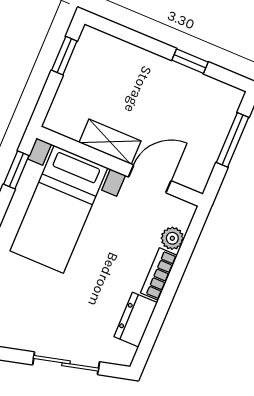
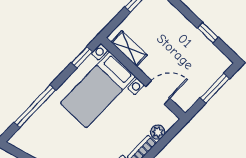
shelving: (110, 142) -> (129, 49), moved

